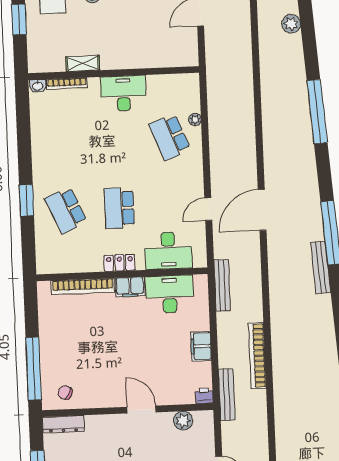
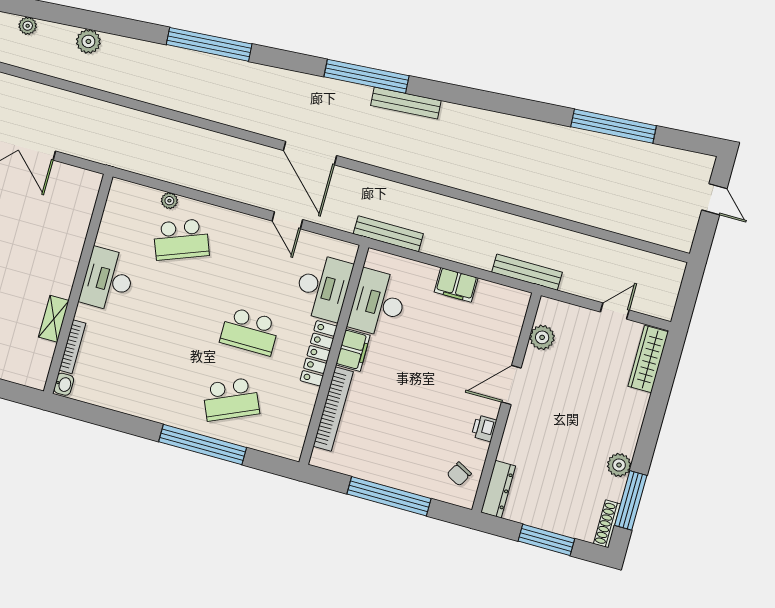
window: (27, 200) -> (203, 445), width x2.11
locker: (119, 263) -> (319, 353), width x1.53
bookcase: (257, 356) -> (491, 218), removed
window: (34, 369) -> (389, 496), moved
printer: (204, 396) -> (484, 428), moved

